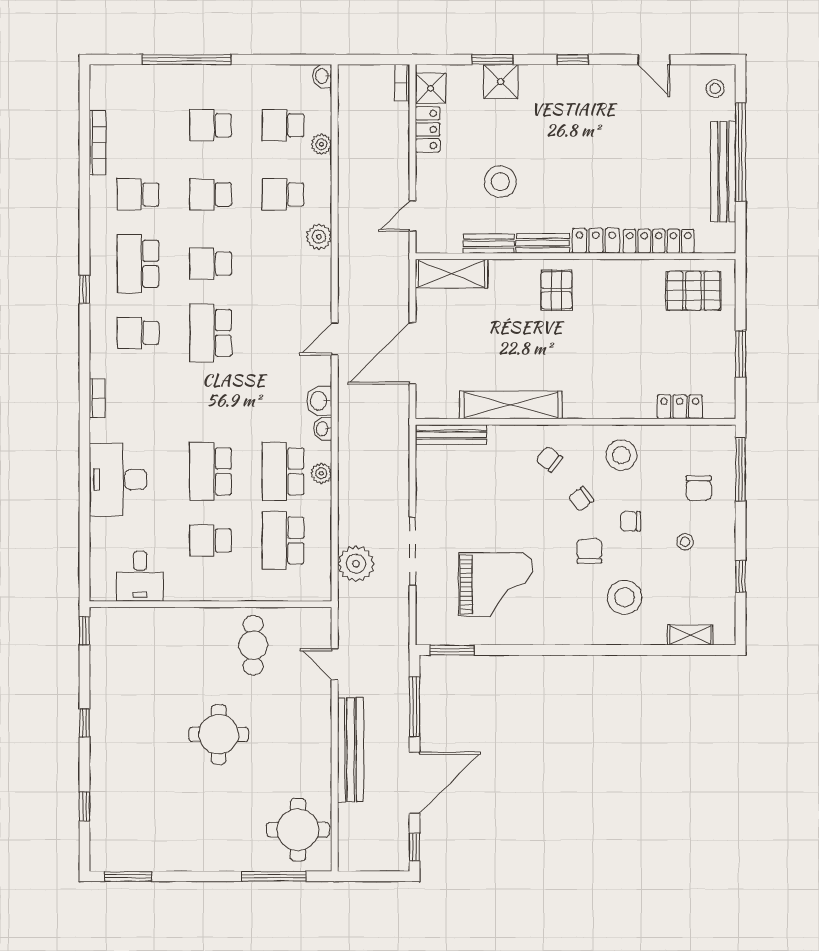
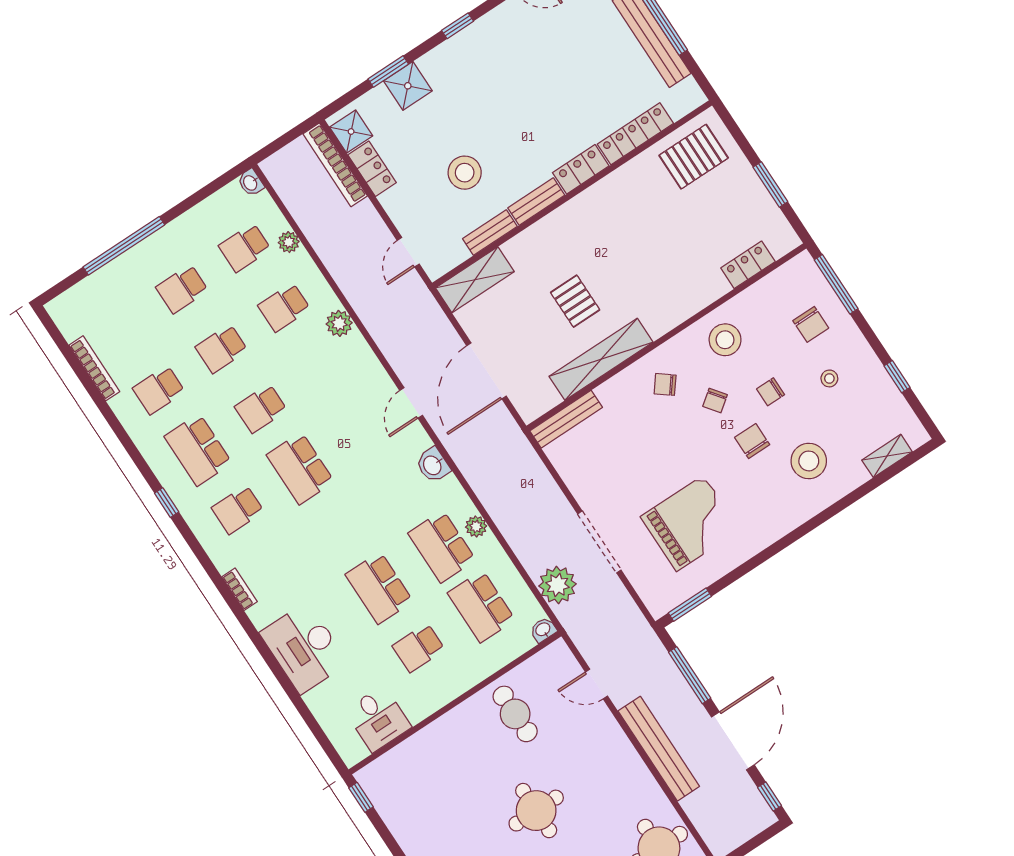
bookcase: (402, 83) -> (335, 165), width x2.31, depth x1.31
pallet: (557, 290) -> (575, 301), moved
washbasin: (323, 429) -> (543, 630), moved, turned 90

